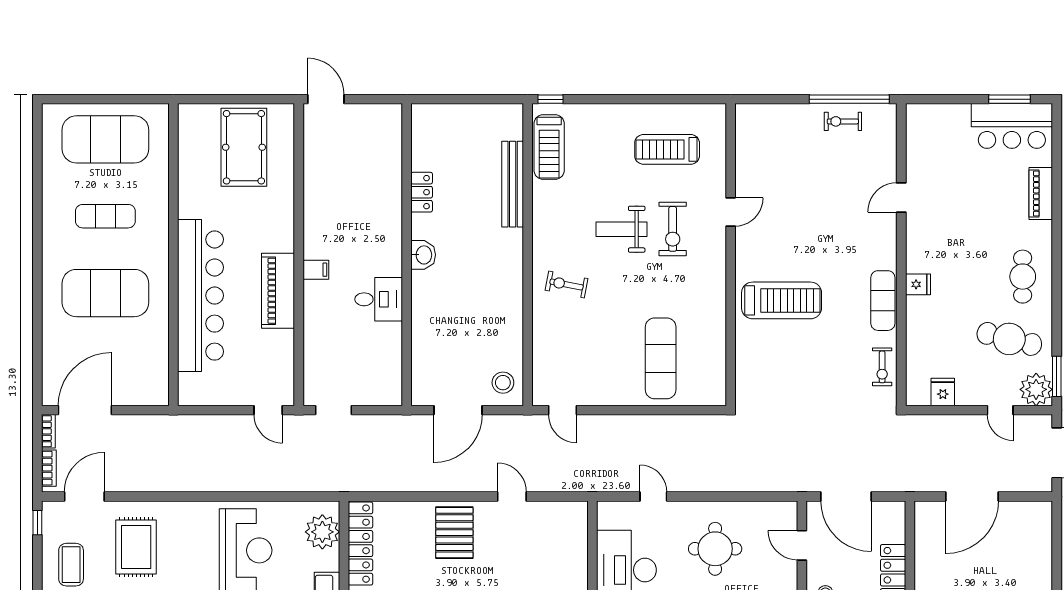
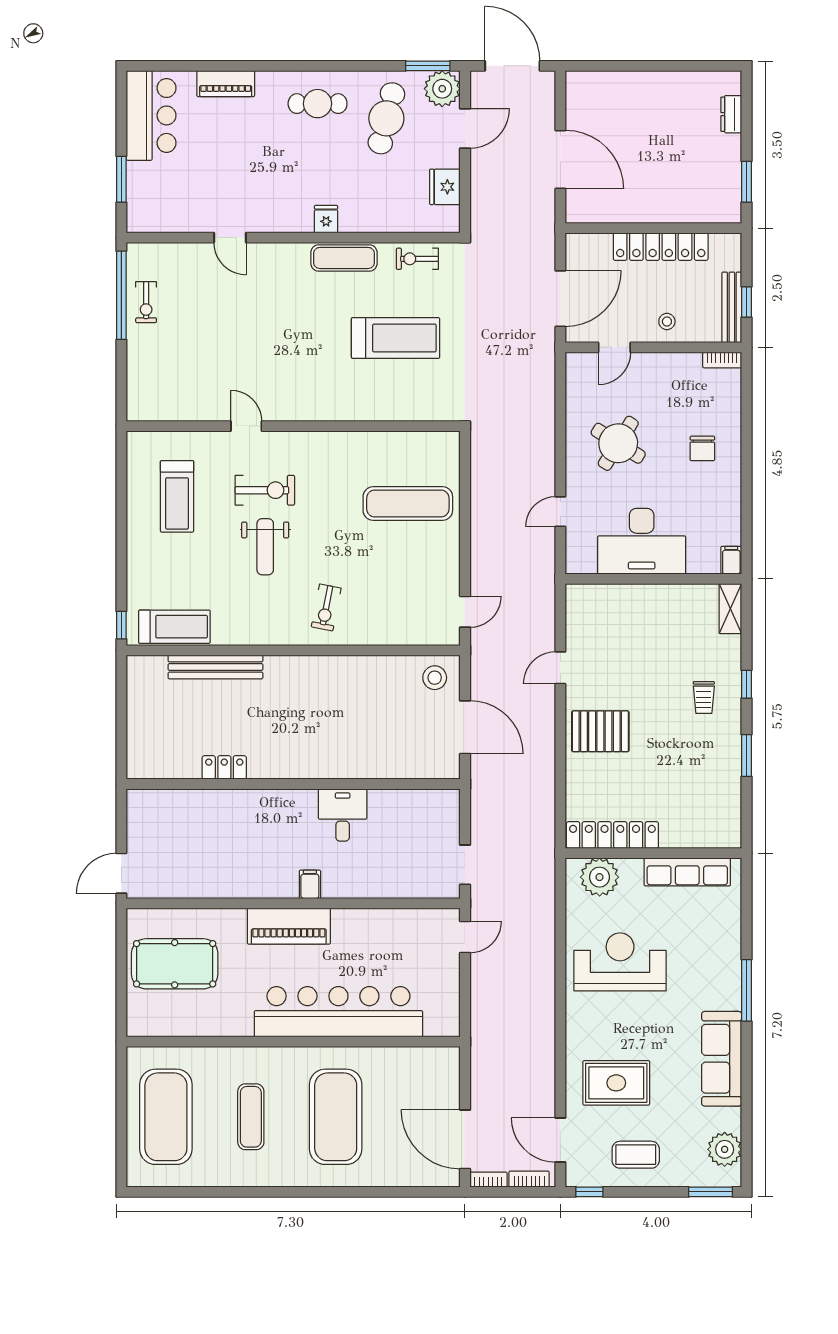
window: (1009, 99) -> (121, 179), moved
washbasin: (423, 255) -> (294, 766), removed
piano: (278, 291) -> (289, 926), moved
treadmill: (782, 300) -> (396, 338), moved, turned 90
exercise bike: (882, 367) -> (417, 259), turned 180
fridge: (943, 392) -> (445, 187), width x1.38
door: (1000, 410) -> (465, 128), width x1.38
round table: (715, 549) -> (618, 443), turned 32

